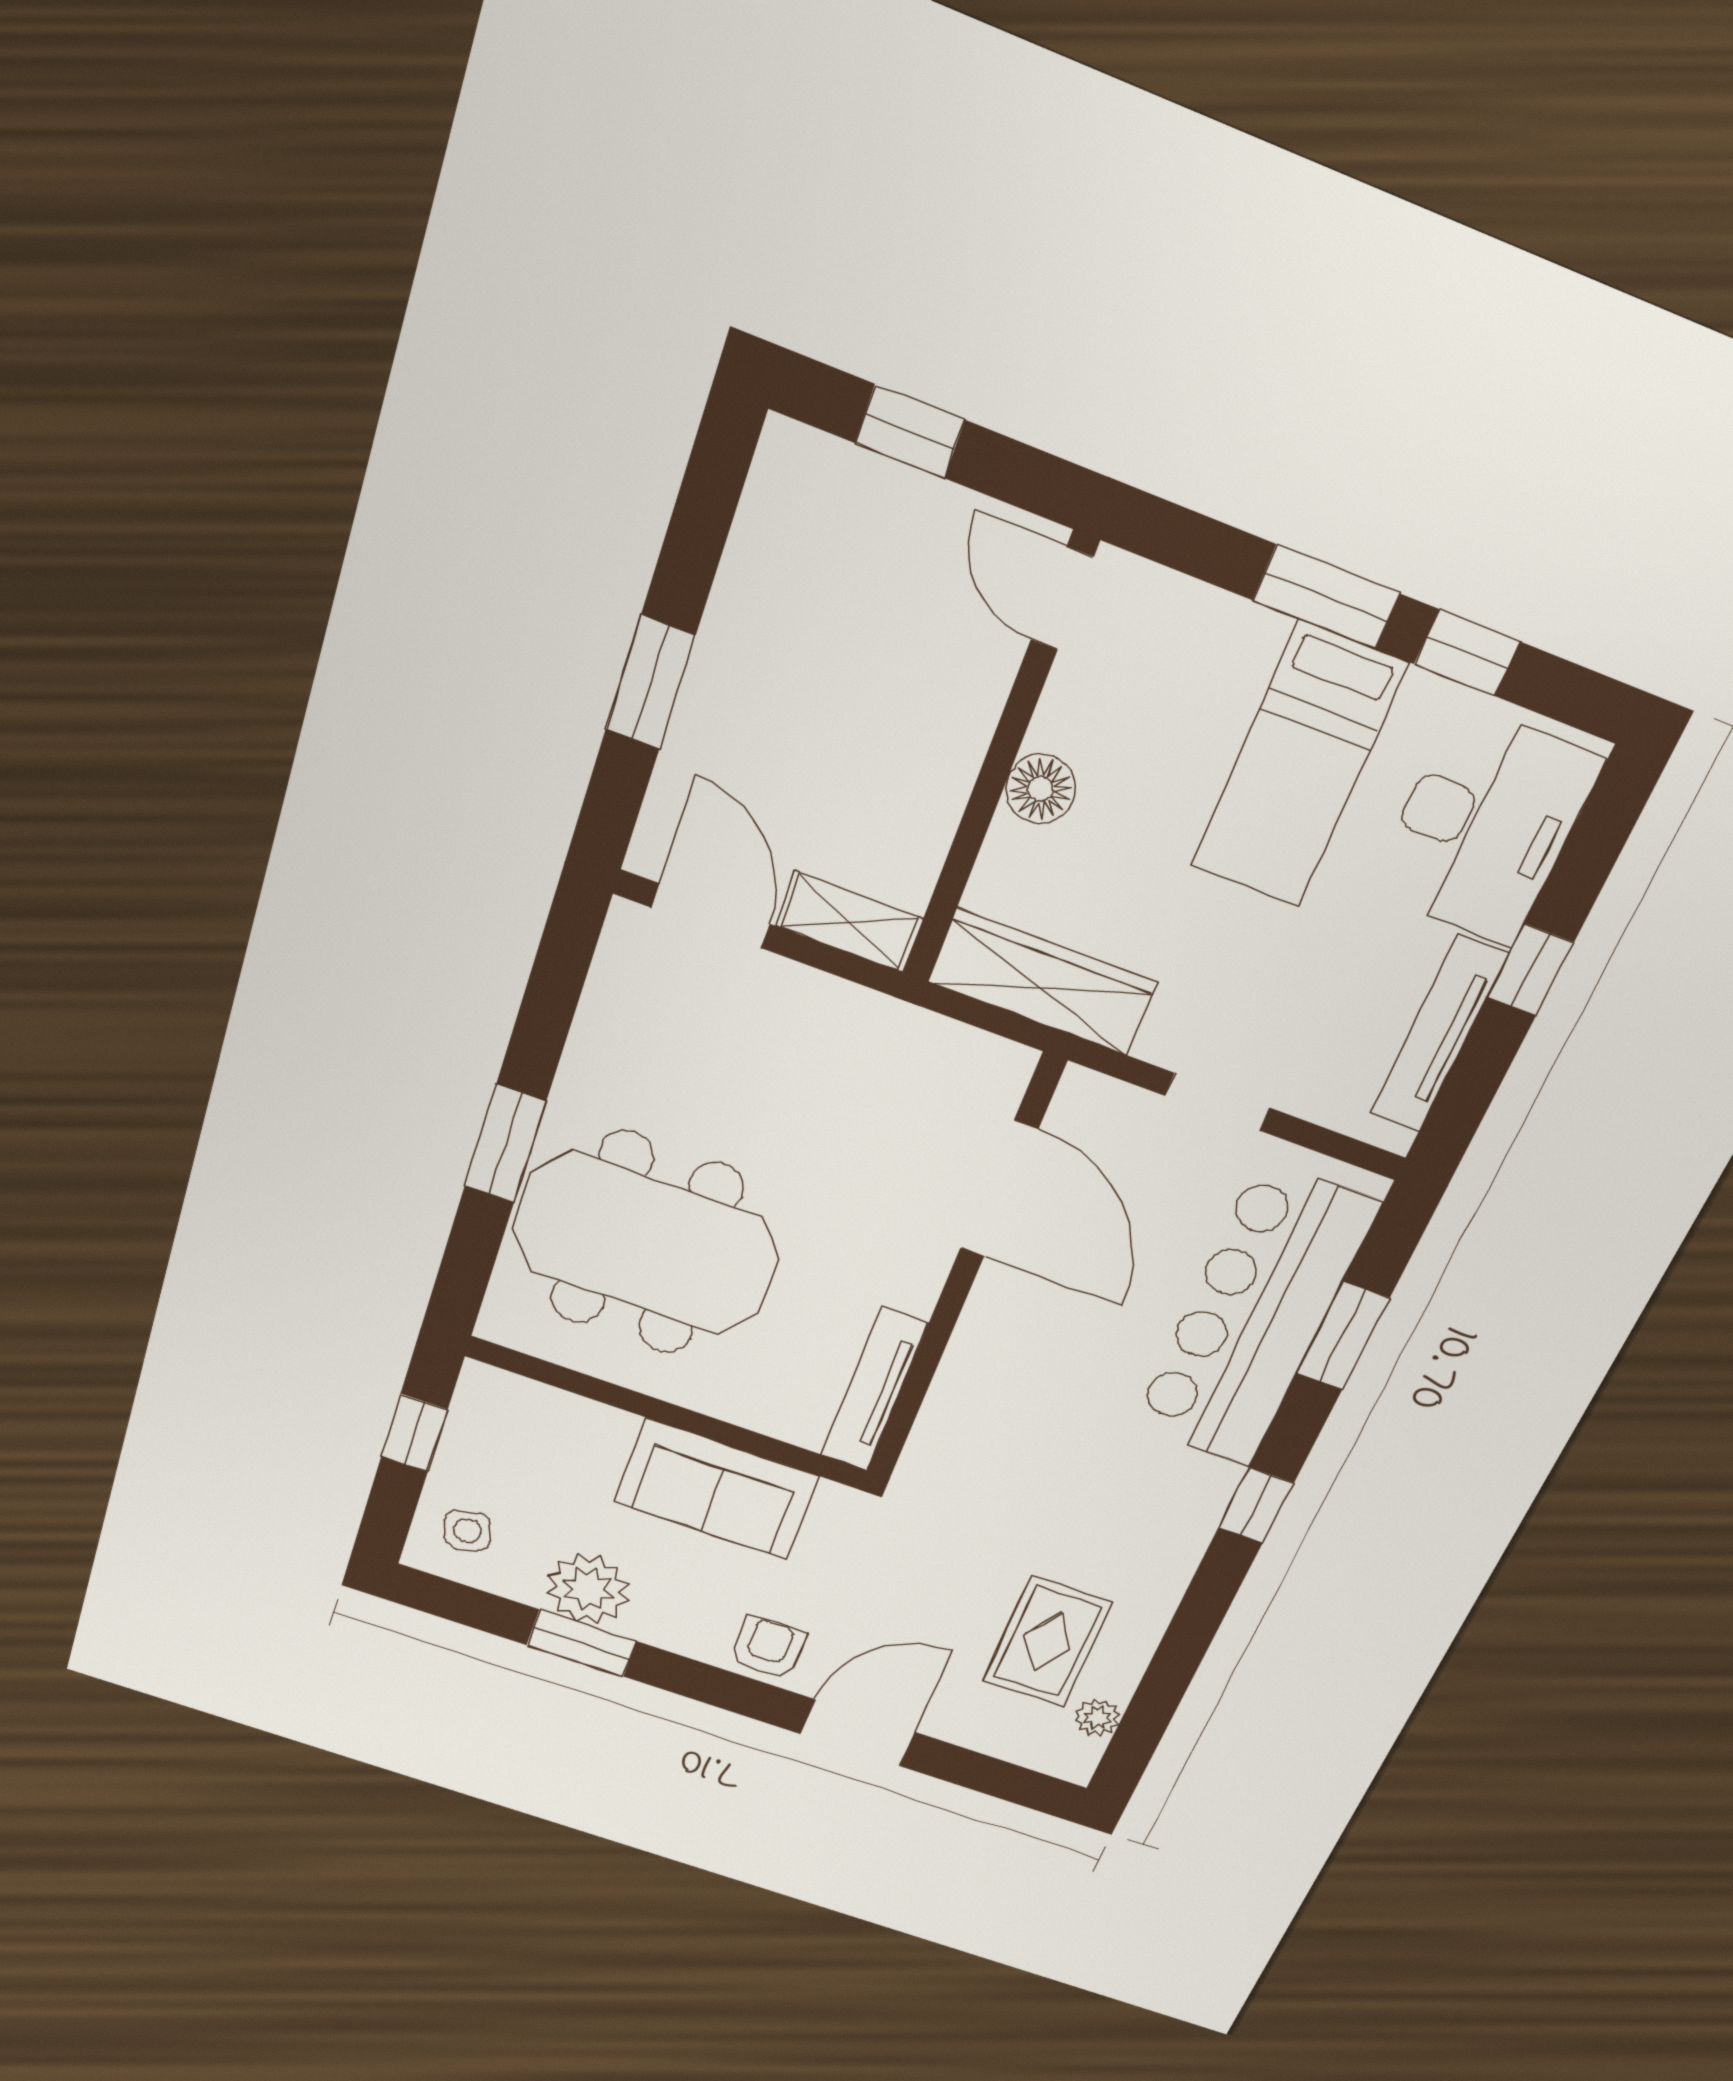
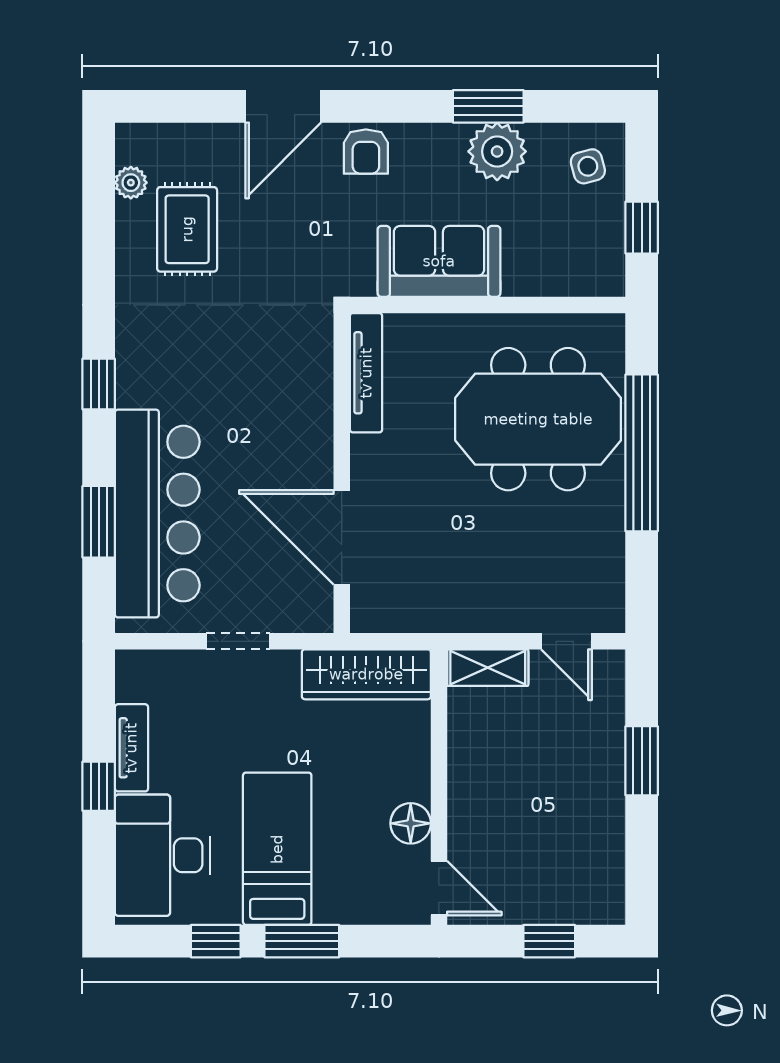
floor lamp: (1041, 789) -> (411, 823), moved
door: (711, 916) -> (567, 641), width x0.73
tv unit: (1438, 1034) -> (131, 748), width x0.71
window: (505, 1144) -> (642, 453), width x2.11

